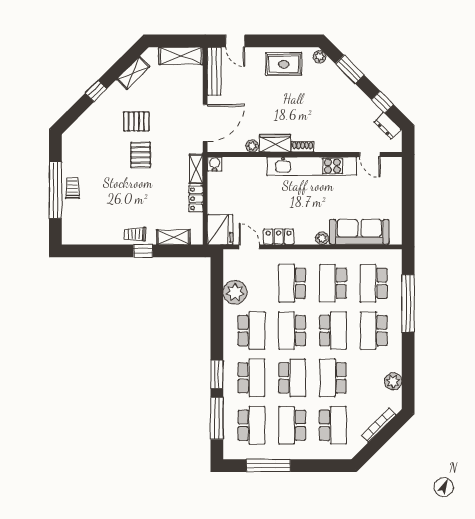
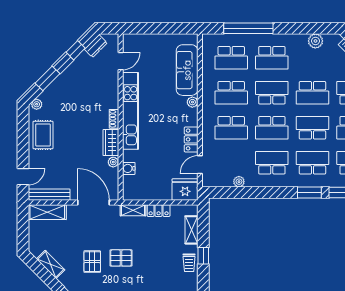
shelving: (181, 56) -> (47, 212), moved, turned 90
water cooler: (215, 164) -> (129, 168), moved
plant: (235, 292) -> (239, 182), width x0.53, depth x0.53

